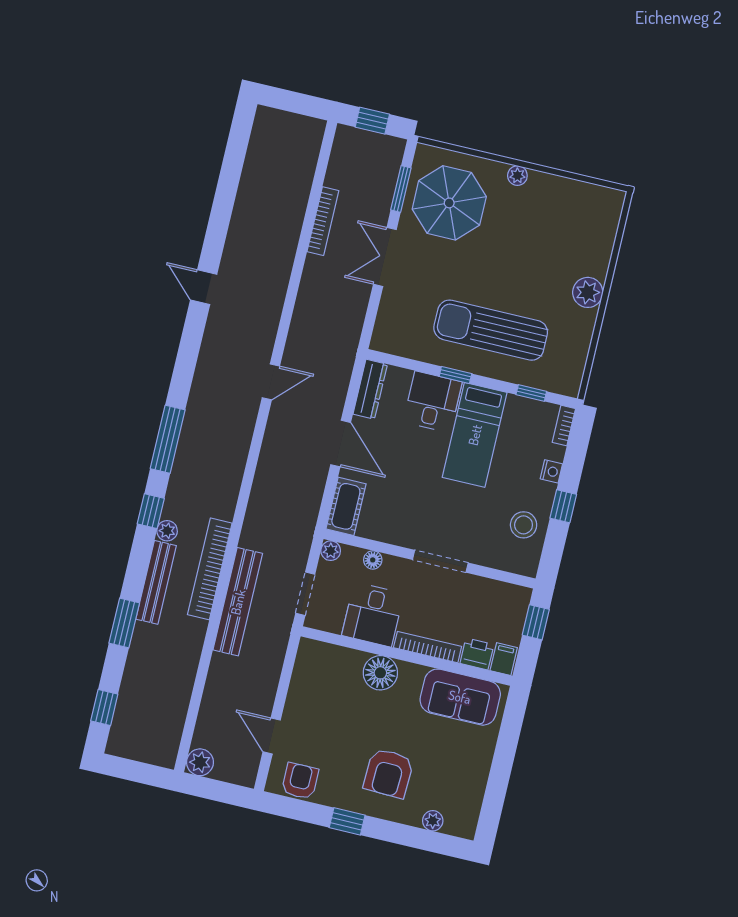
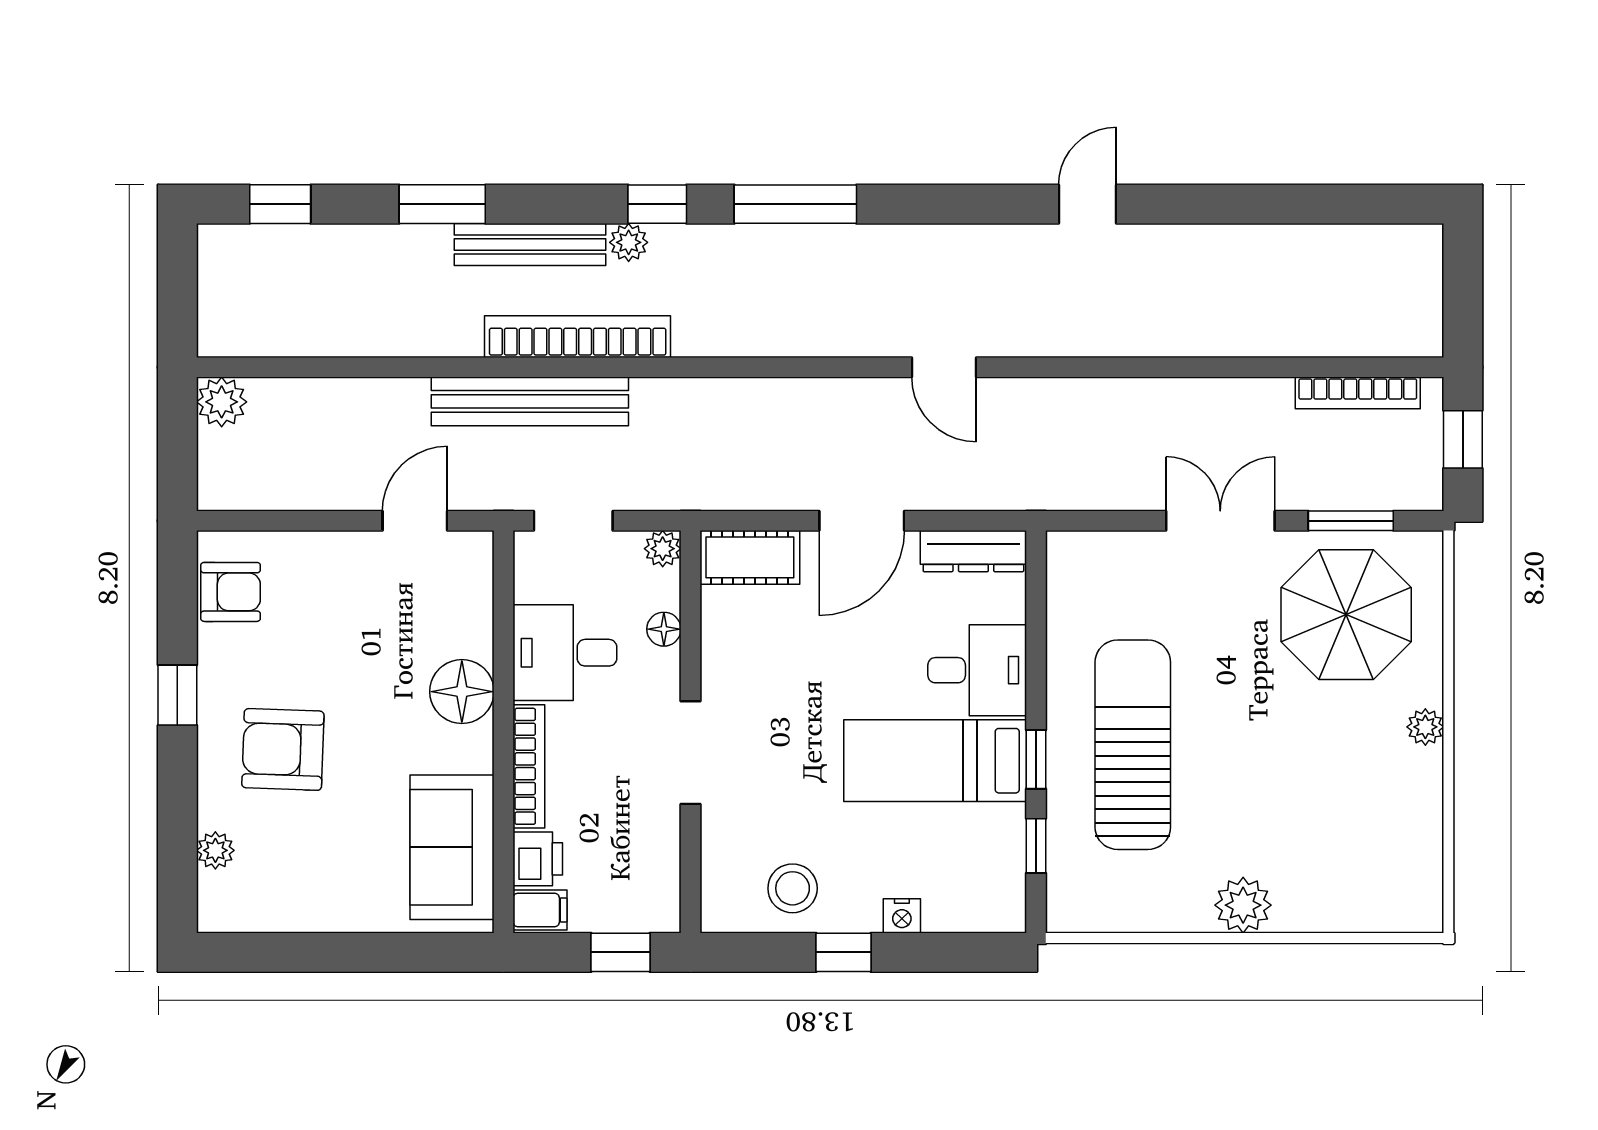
bookcase: (323, 221) -> (1358, 393), moved
window: (455, 375) -> (1036, 759), moved
bookcase: (564, 426) -> (991, 919), removed
door: (272, 736) -> (415, 521), moved

